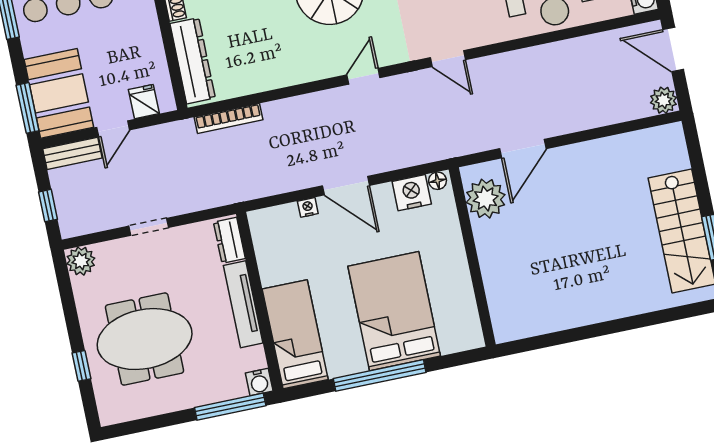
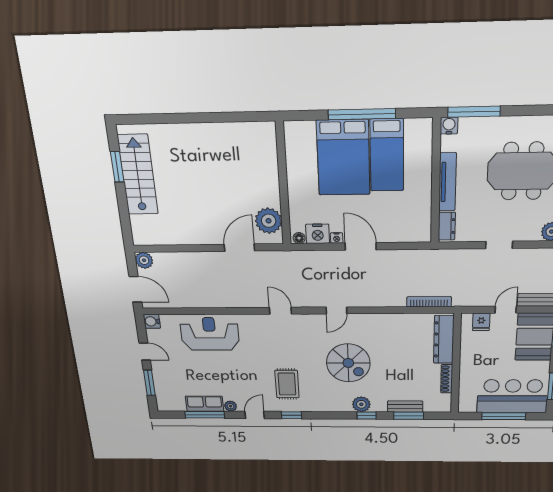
nightstand: (308, 207) -> (337, 238), moved
bed: (295, 334) -> (387, 155), moved

